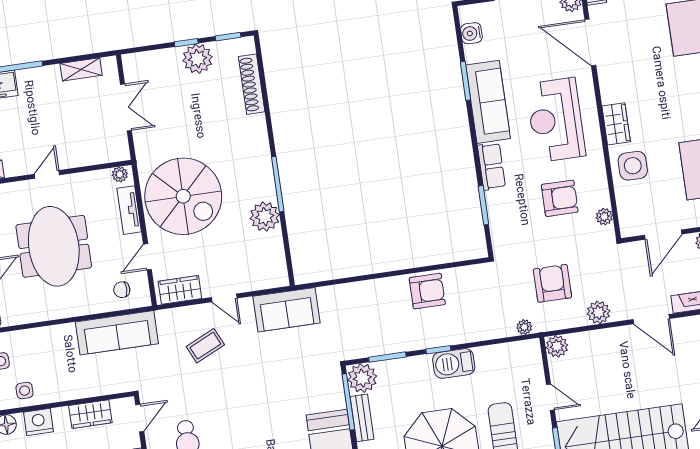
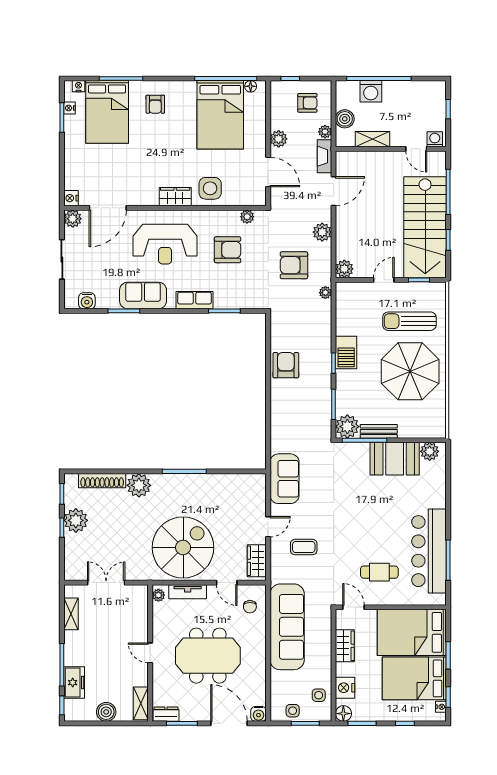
sofa: (488, 102) -> (143, 295), width x0.73
armchair: (560, 198) -> (228, 250), turned 90
plant: (265, 217) -> (139, 485), moved
sofa: (117, 333) -> (287, 627), width x1.36, depth x1.27
coffee table: (205, 346) -> (304, 547), turned -65

